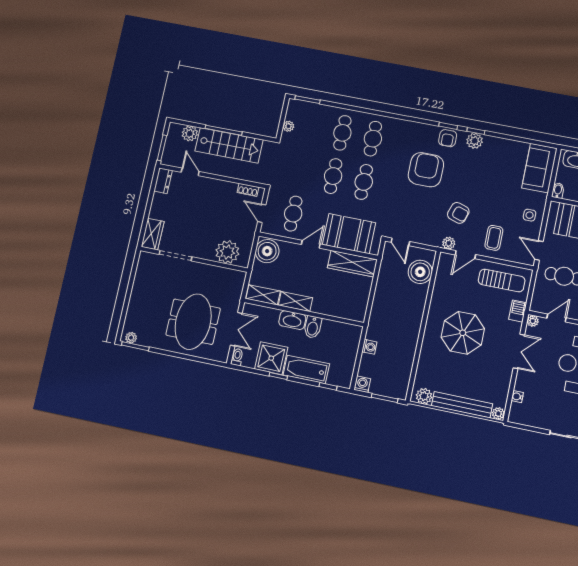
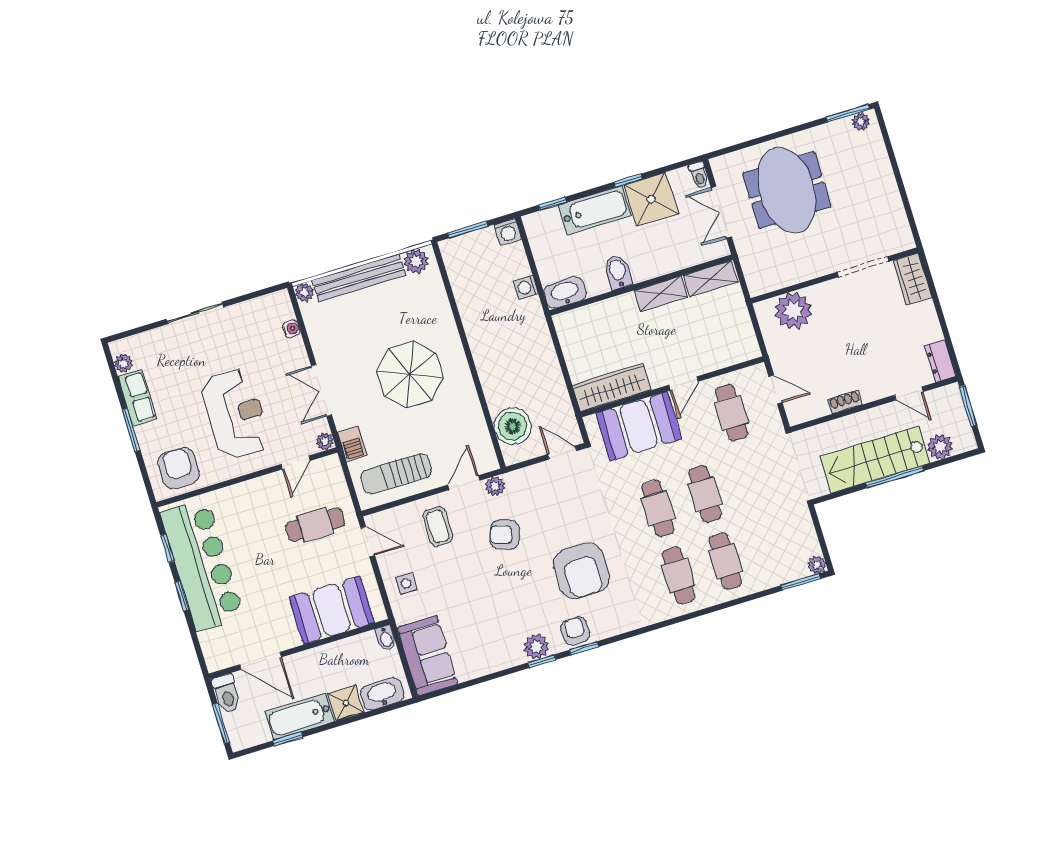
plant: (288, 126) -> (817, 565), moved
shoe rack: (248, 190) -> (845, 402), moved
boiler: (267, 251) -> (739, 342), removed
washbasin: (292, 320) -> (565, 293), moved

